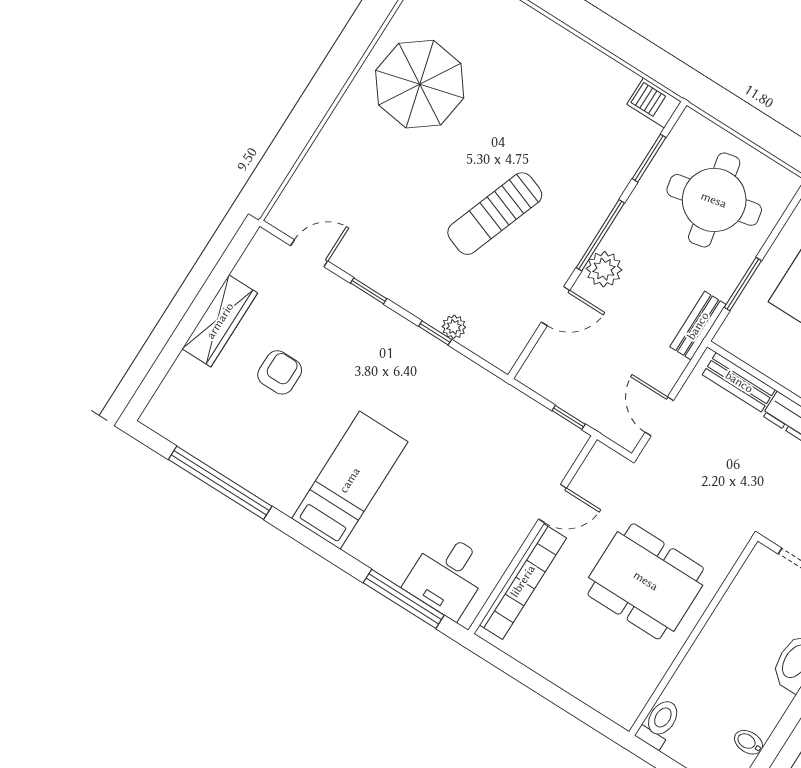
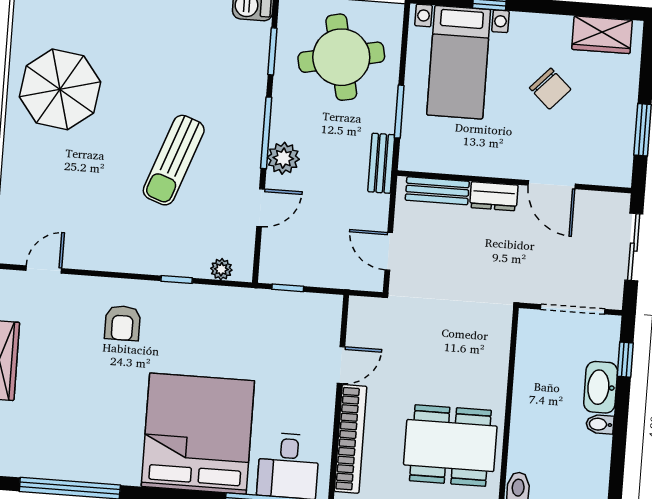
window: (369, 291) -> (106, 274), removed
plant: (454, 327) -> (221, 269), moved
armchair: (280, 372) -> (122, 323), moved, turned 180
window: (569, 417) -> (288, 288), moved
bed: (350, 480) -> (198, 434), width x2.04
dining table: (646, 581) -> (450, 446), moved
bidet: (749, 742) -> (600, 424), moved

